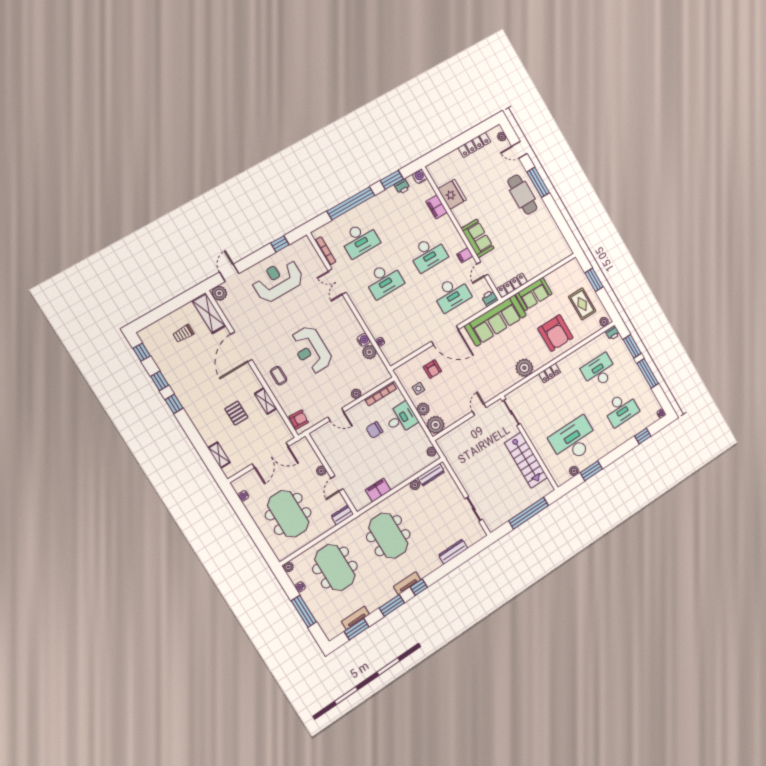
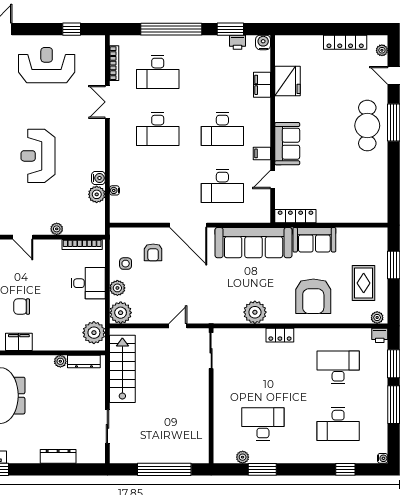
printer: (490, 298) -> (262, 215), removed
chair: (374, 430) -> (22, 307), moved
desk: (574, 440) -> (263, 424), width x0.73, depth x0.77
plant: (432, 452) -> (94, 333), width x1.88, depth x1.88
stairs: (526, 460) -> (122, 369), moved, turned 180

